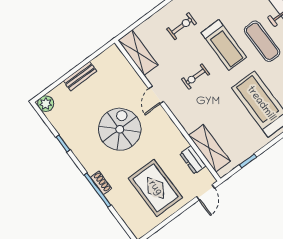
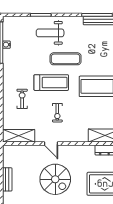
spiral stairs: (120, 129) -> (55, 179), turned 180

